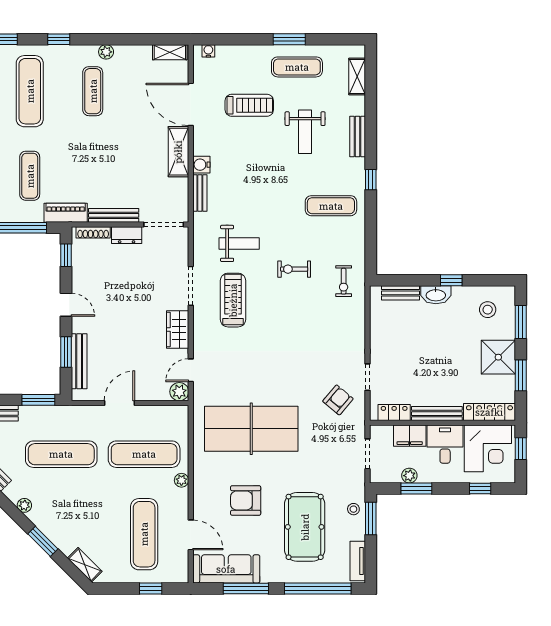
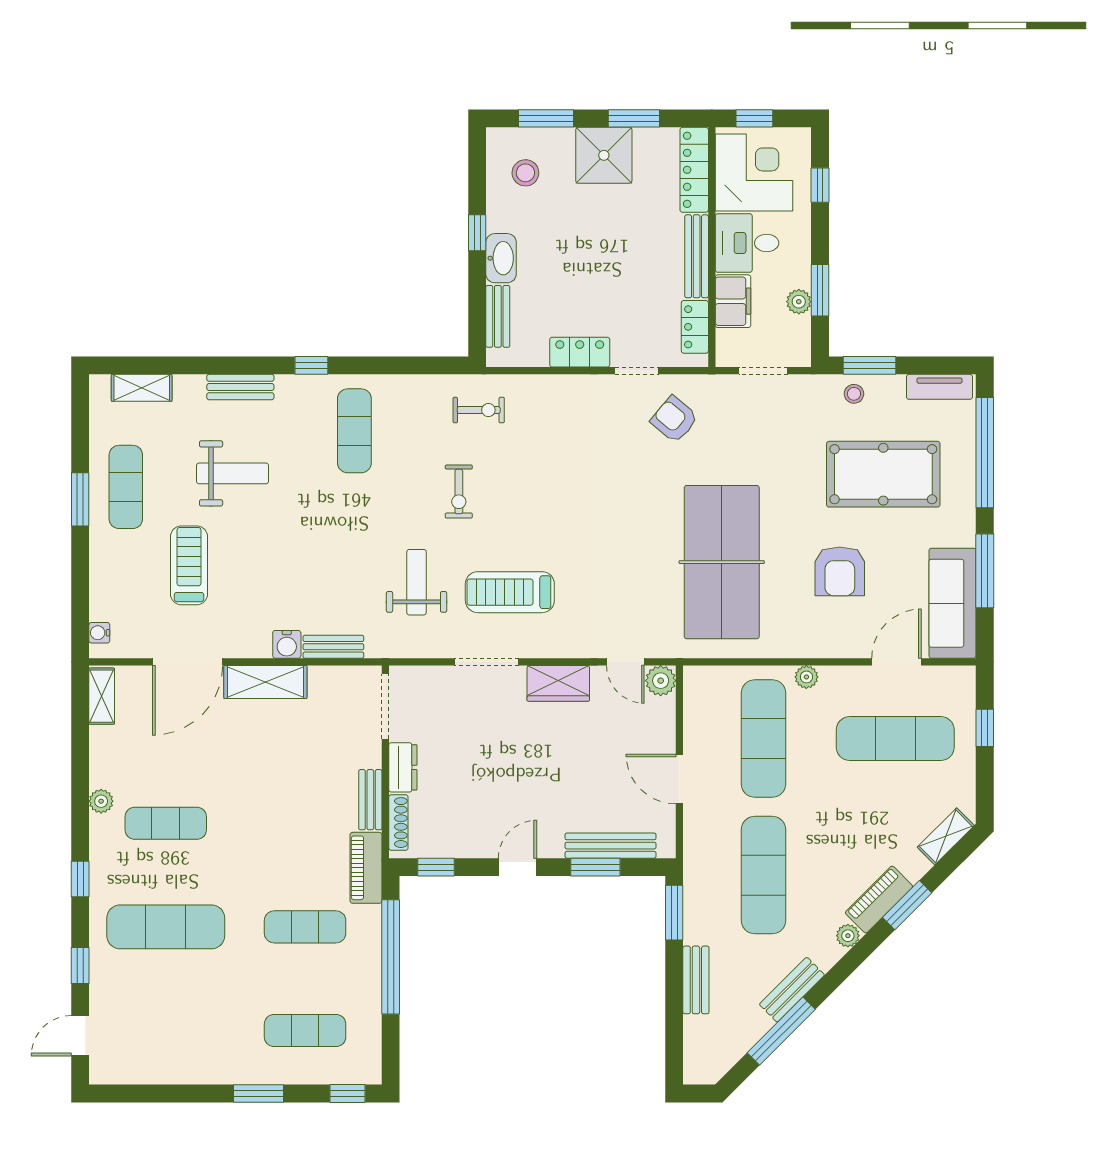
bench: (114, 215) -> (370, 800), width x0.73
locker: (379, 343) -> (580, 352), added
piano: (46, 524) -> (879, 900), added

